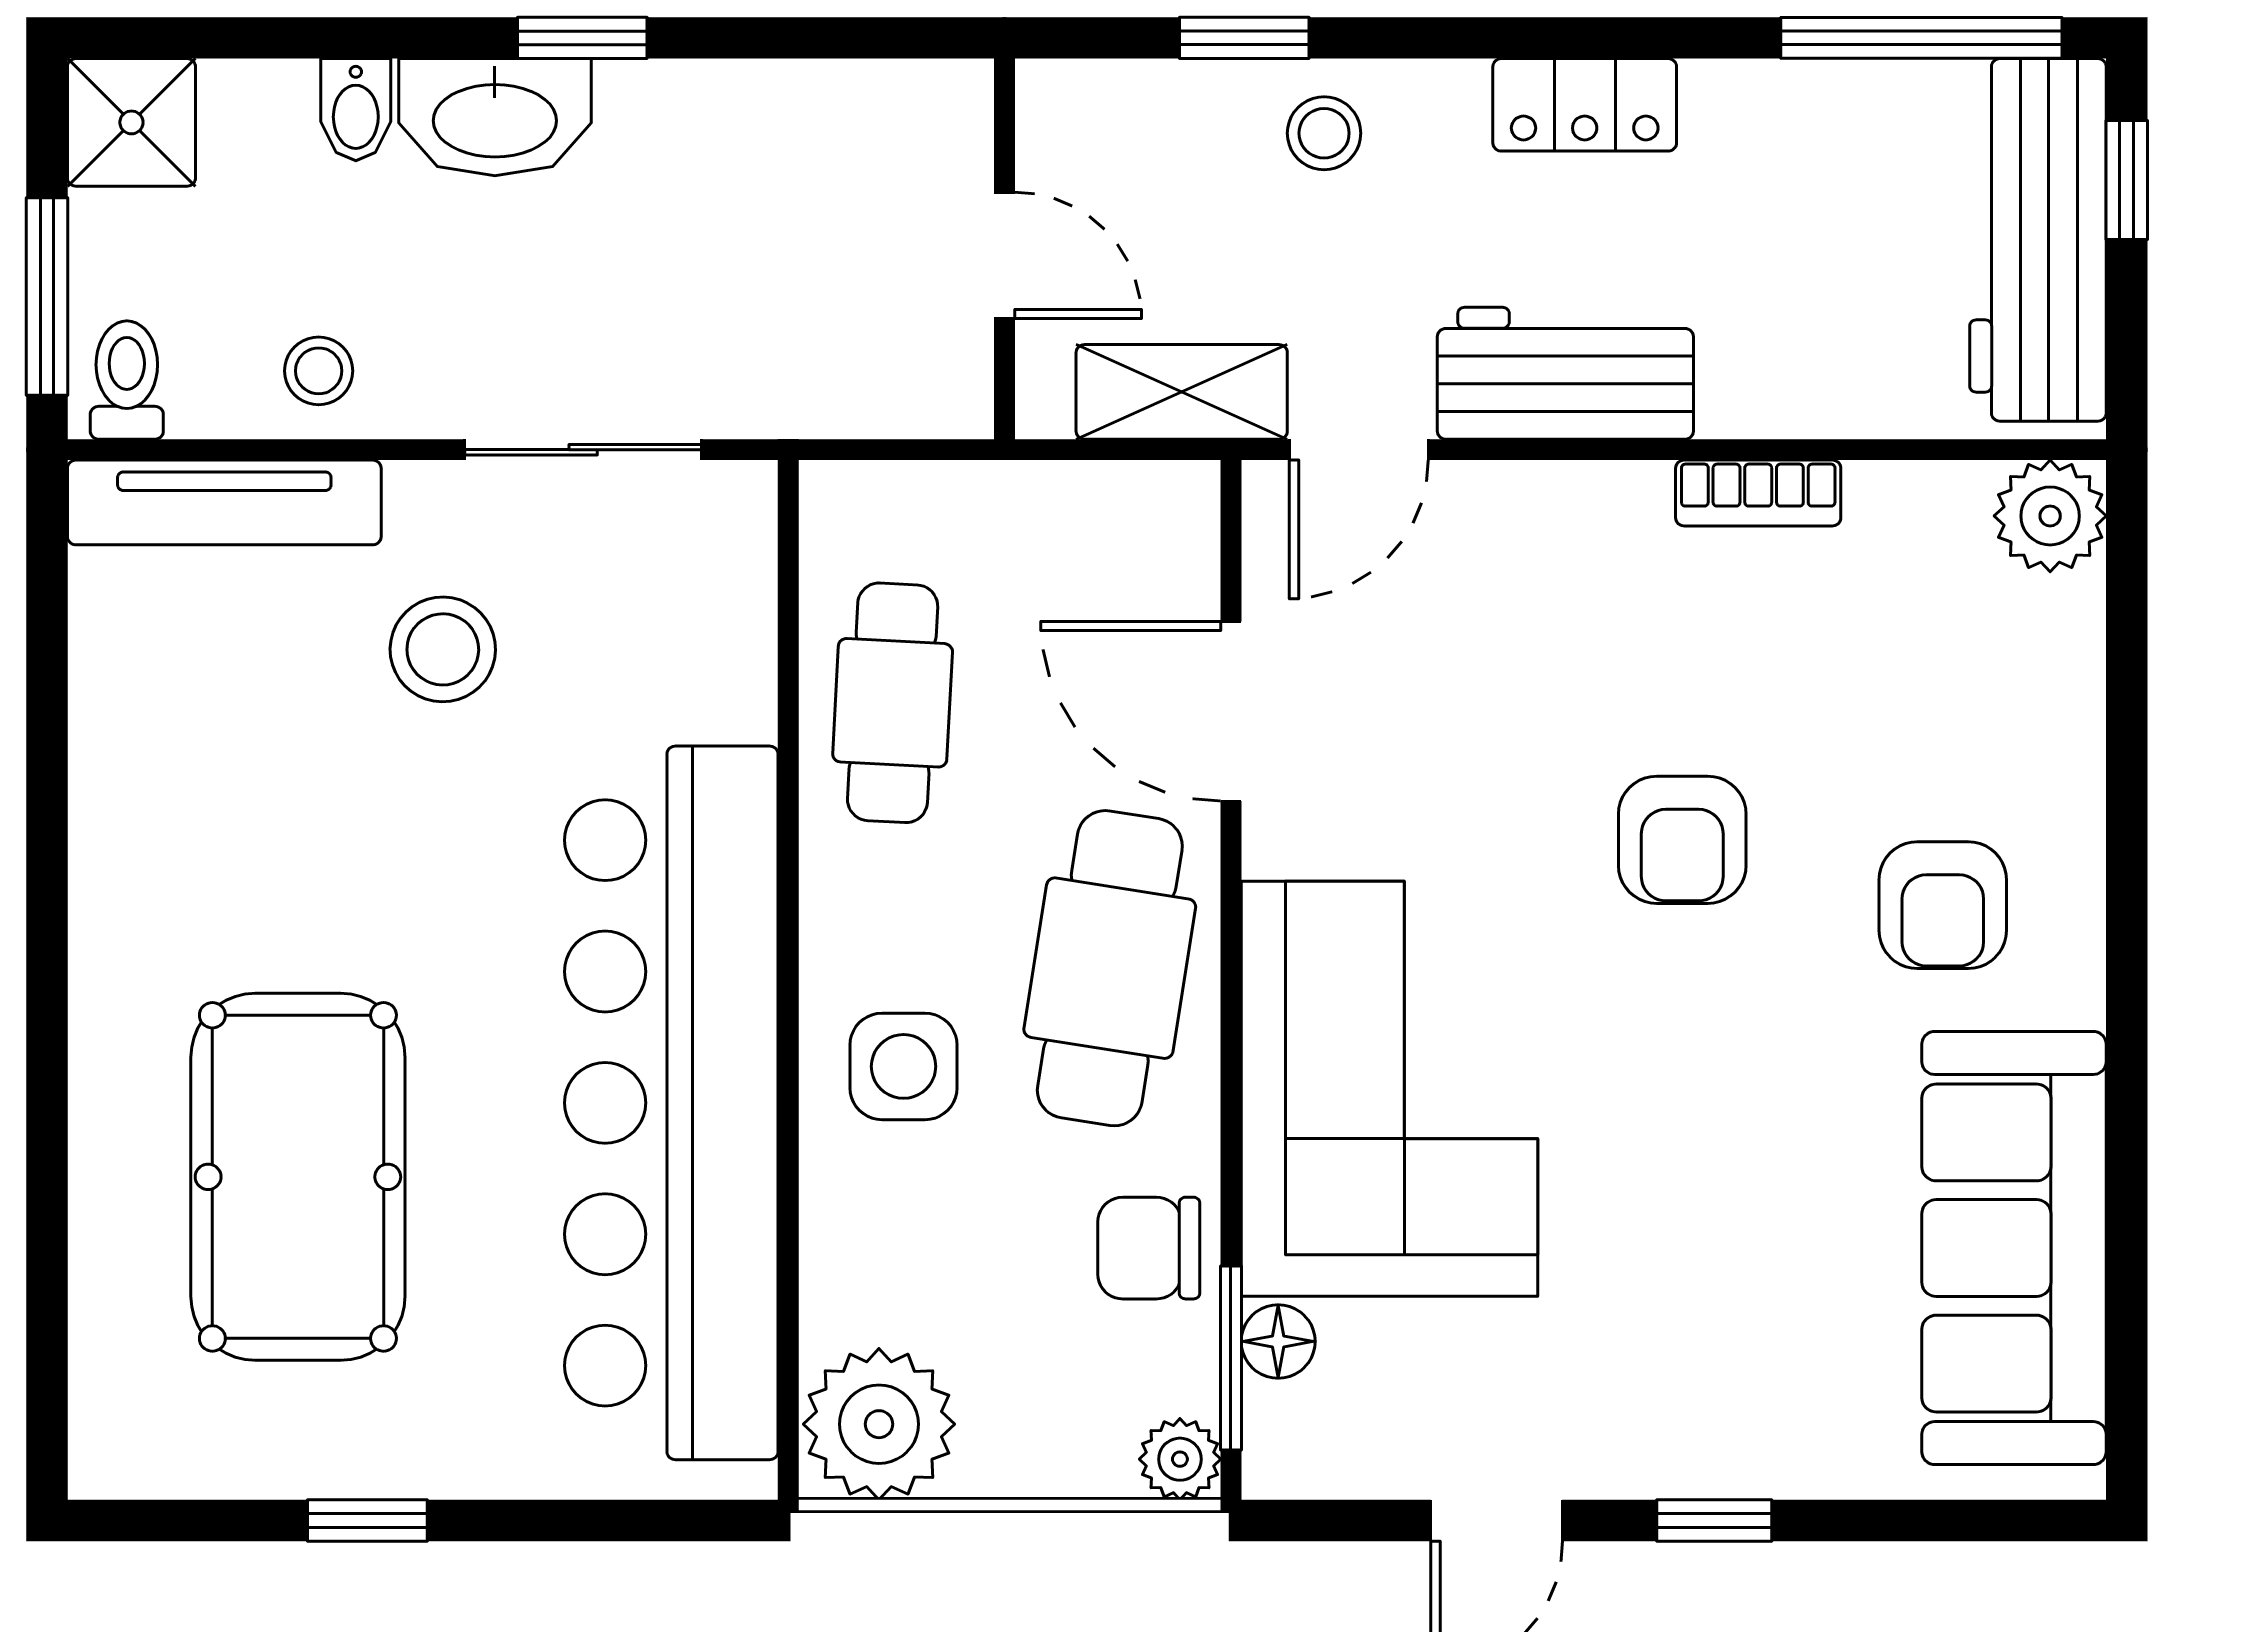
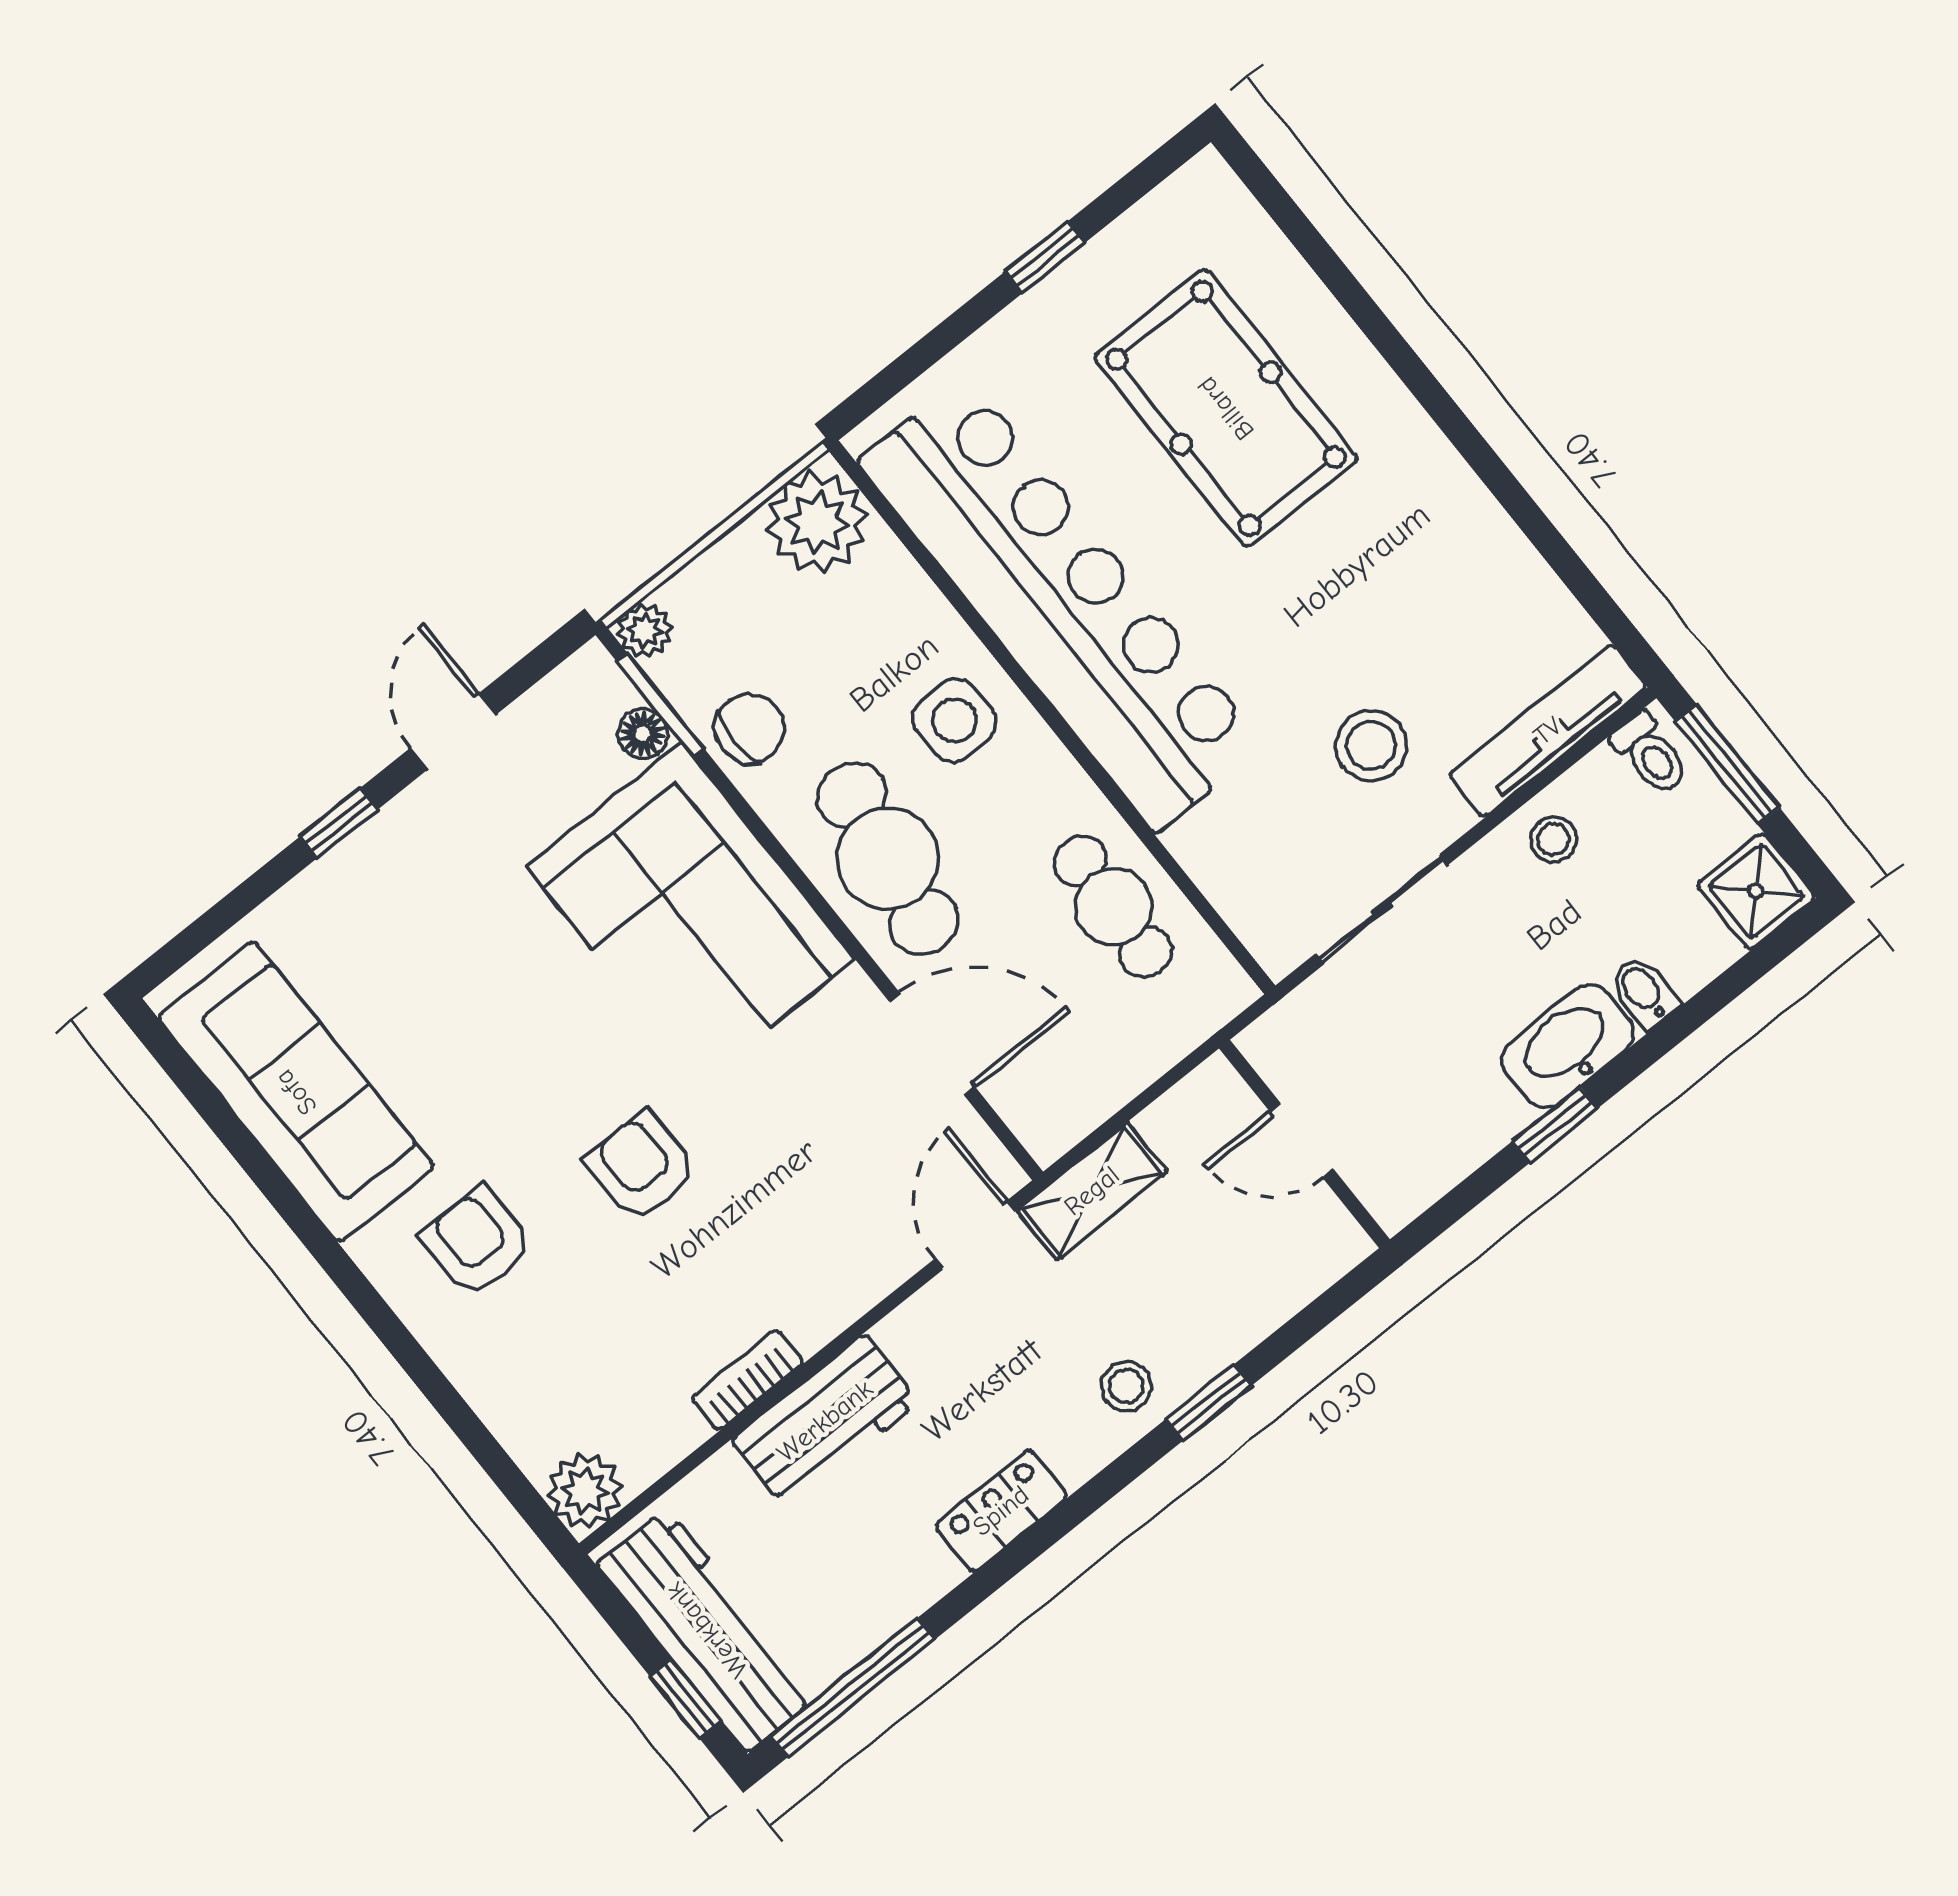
wall: (1004, 249) -> (1304, 1144), moved
door: (1004, 255) -> (1302, 1141), moved
workbench: (1565, 373) -> (825, 1421), moved

